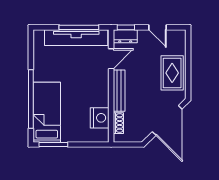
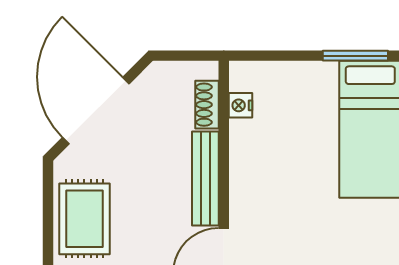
nightstand: (100, 118) -> (240, 105), width x0.53, depth x0.56

